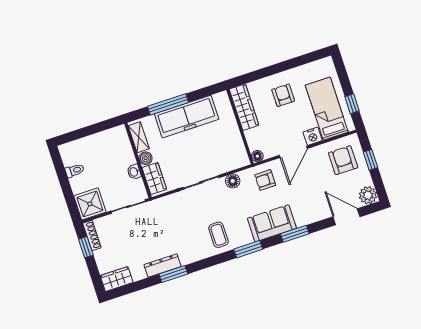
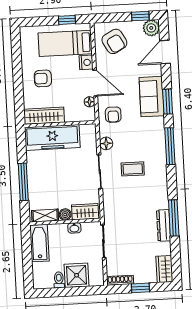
freezer: (187, 117) -> (52, 137), moved, turned 90
bathtub: (108, 139) -> (39, 243), added
floor lamp: (257, 156) -> (89, 102), moved
armchair: (343, 160) -> (114, 41), turned -119
window: (371, 160) -> (140, 16), moved
shower: (90, 204) -> (77, 275), moved
sofa: (272, 223) -> (152, 97), moved
coffee table: (218, 235) -> (133, 169), moved
window: (86, 247) -> (140, 288), moved
window: (248, 249) -> (170, 146), width x1.44
window: (173, 274) -> (174, 218), width x1.44

